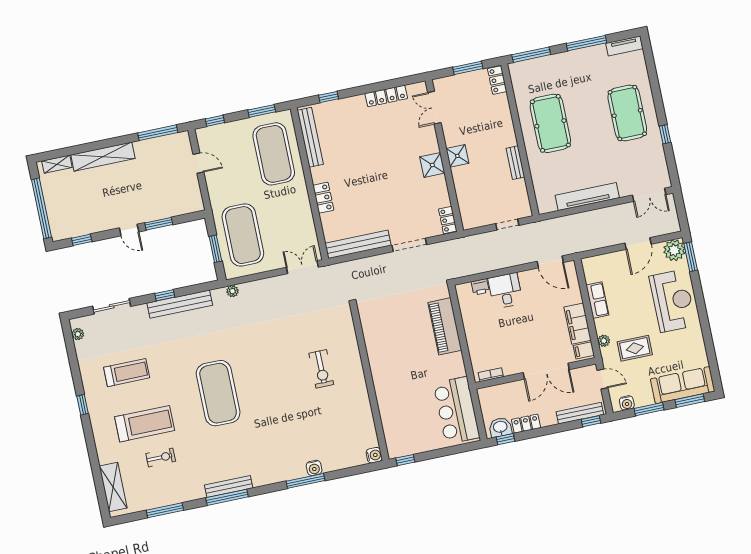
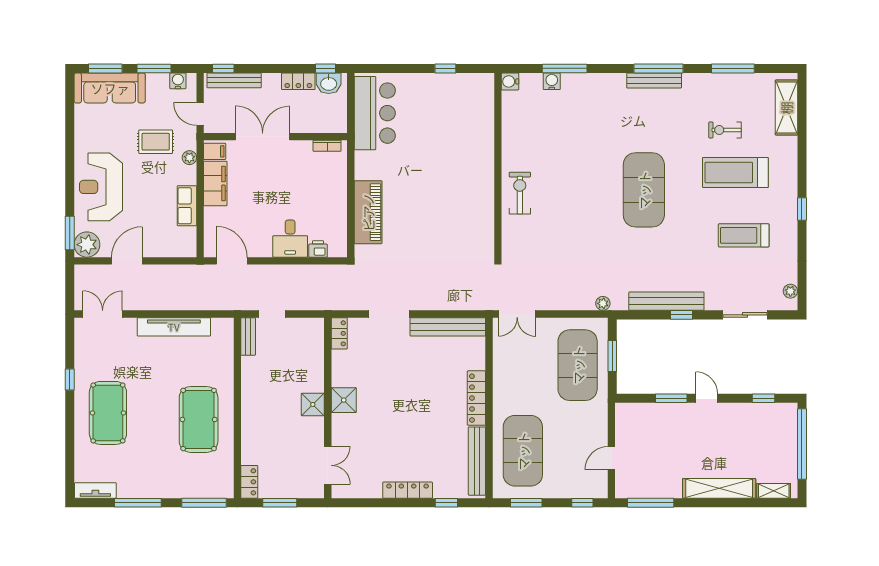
locker: (386, 96) -> (408, 490), moved
door: (198, 163) -> (611, 458), hinge flipped
bench: (515, 163) -> (248, 336), moved
locker: (323, 198) -> (476, 398), width x1.53
wall: (370, 383) -> (498, 165), moved
water cooler: (374, 455) -> (510, 81), moved

